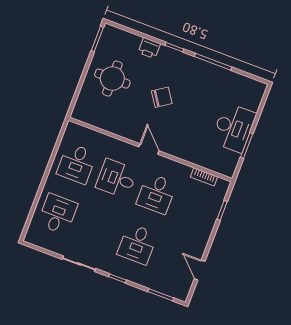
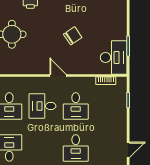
chair: (162, 97) -> (73, 36), moved
desk: (234, 128) -> (114, 57), moved
door: (200, 270) -> (128, 150), swing flipped

